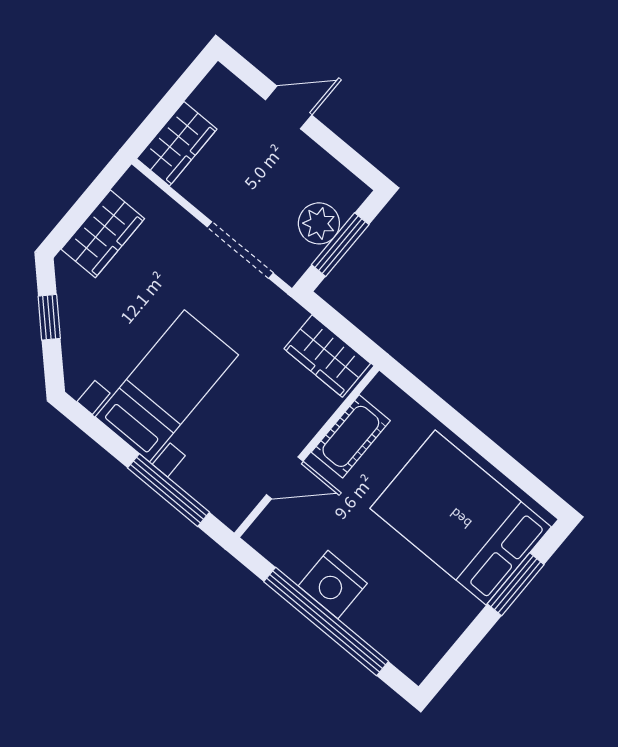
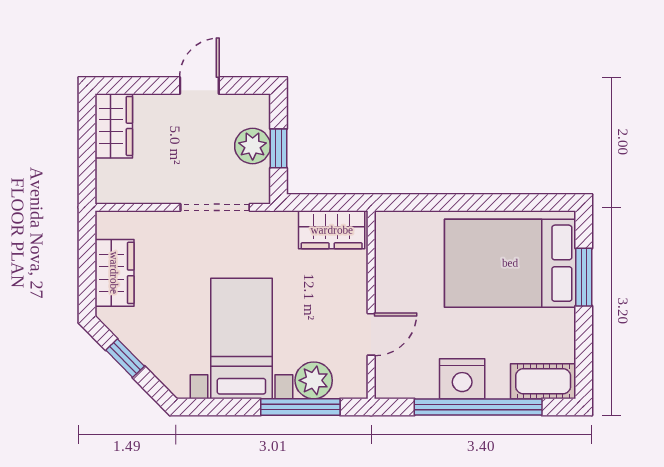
door: (289, 107) -> (199, 86), moved
wardrobe: (177, 144) -> (114, 126), moved
window: (340, 245) -> (278, 148), width x0.67
cot: (351, 436) -> (543, 381), moved, turned 90
plant: (200, 476) -> (314, 380), added

